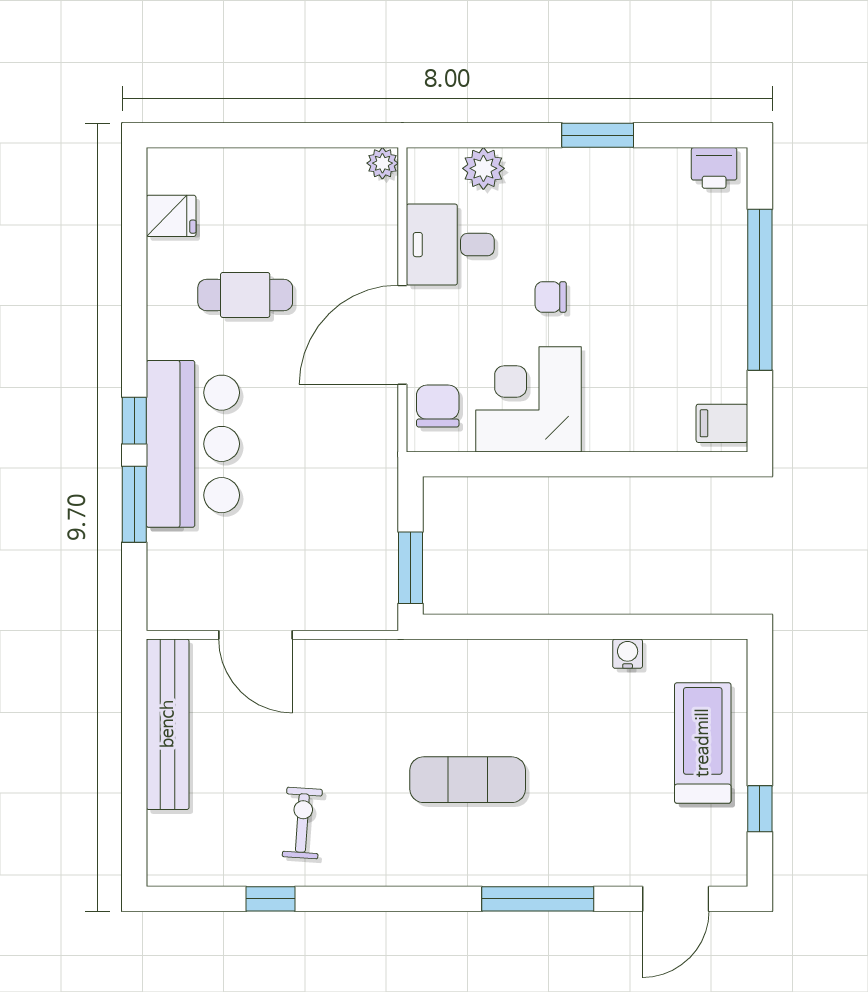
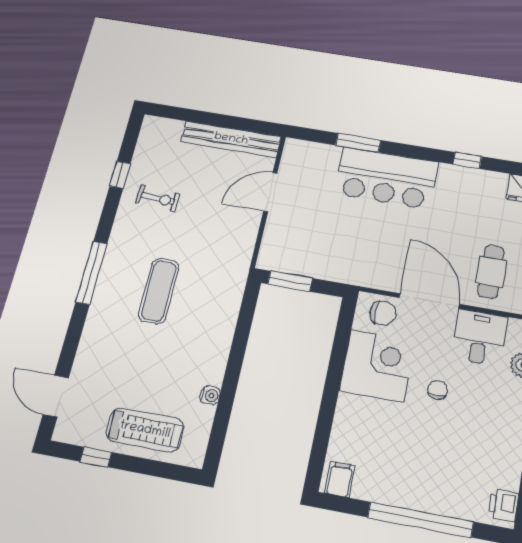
cafe table: (245, 295) -> (491, 272), moved
window: (134, 421) -> (467, 160), moved
window: (538, 899) -> (92, 273), moved

